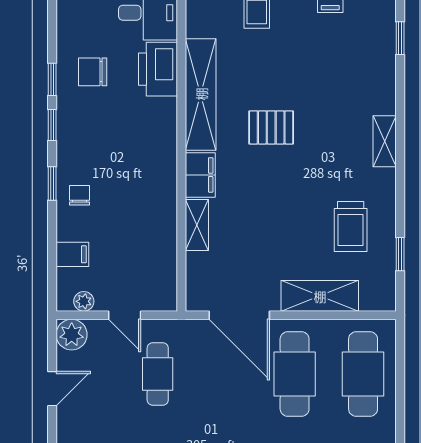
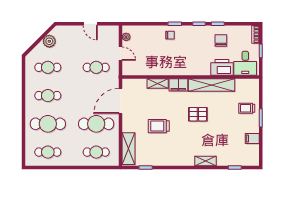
pallet: (271, 127) -> (198, 114), turned 90
shelving: (385, 141) -> (205, 161), moved
trolley: (351, 227) -> (159, 126), moved
filing cabinet: (72, 254) -> (146, 32), removed
shelving: (320, 296) -> (128, 149), moved
door: (125, 315) -> (120, 54), swing flipped
plant: (72, 335) -> (112, 32), removed
cafe table: (363, 374) -> (96, 152), width x0.73, depth x0.74

